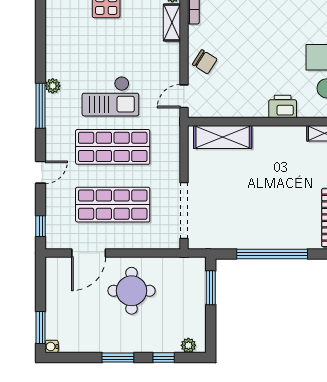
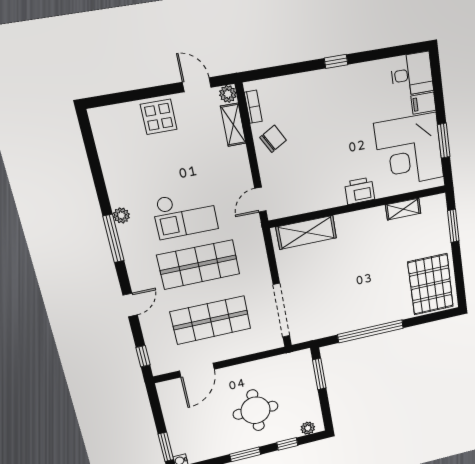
chair: (205, 62) -> (273, 139), moved, turned -61
round table: (132, 291) -> (256, 410), moved

